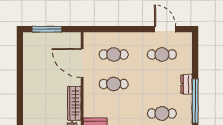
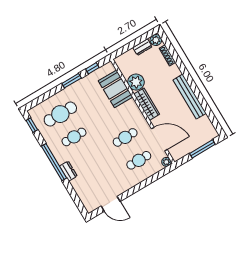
plant: (88, 37) -> (166, 162), added
cafe table: (162, 54) -> (101, 183), removed
bench: (29, 86) -> (190, 97), added

